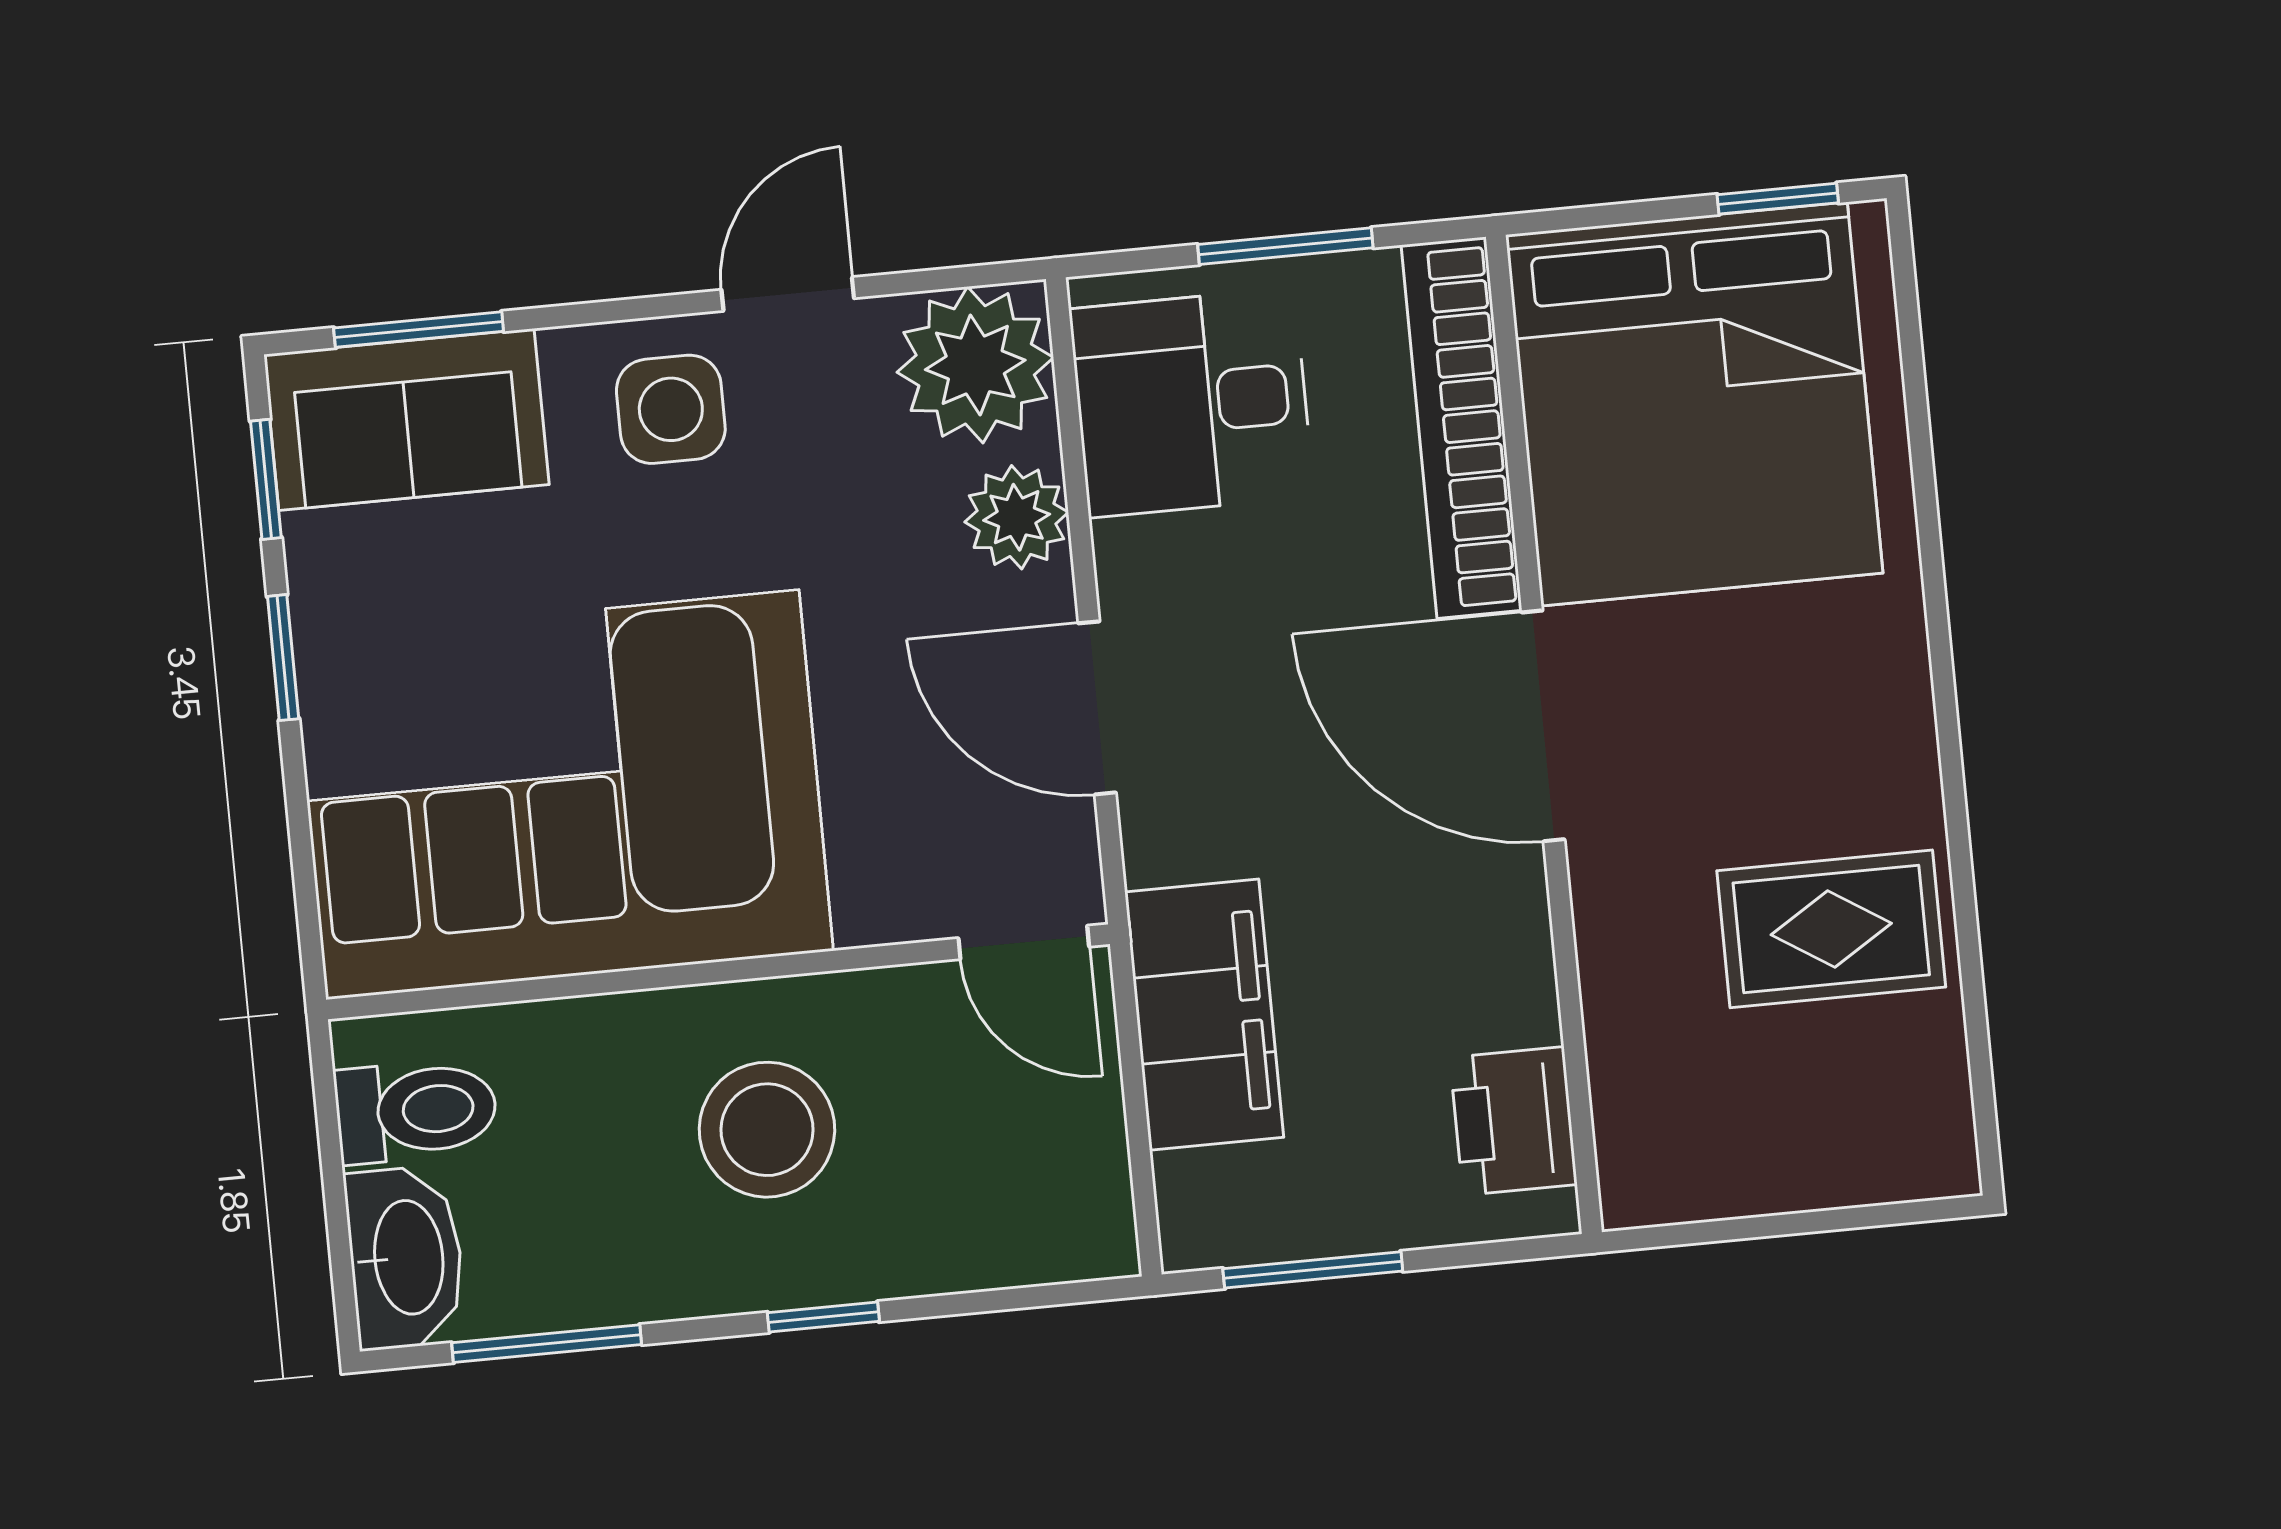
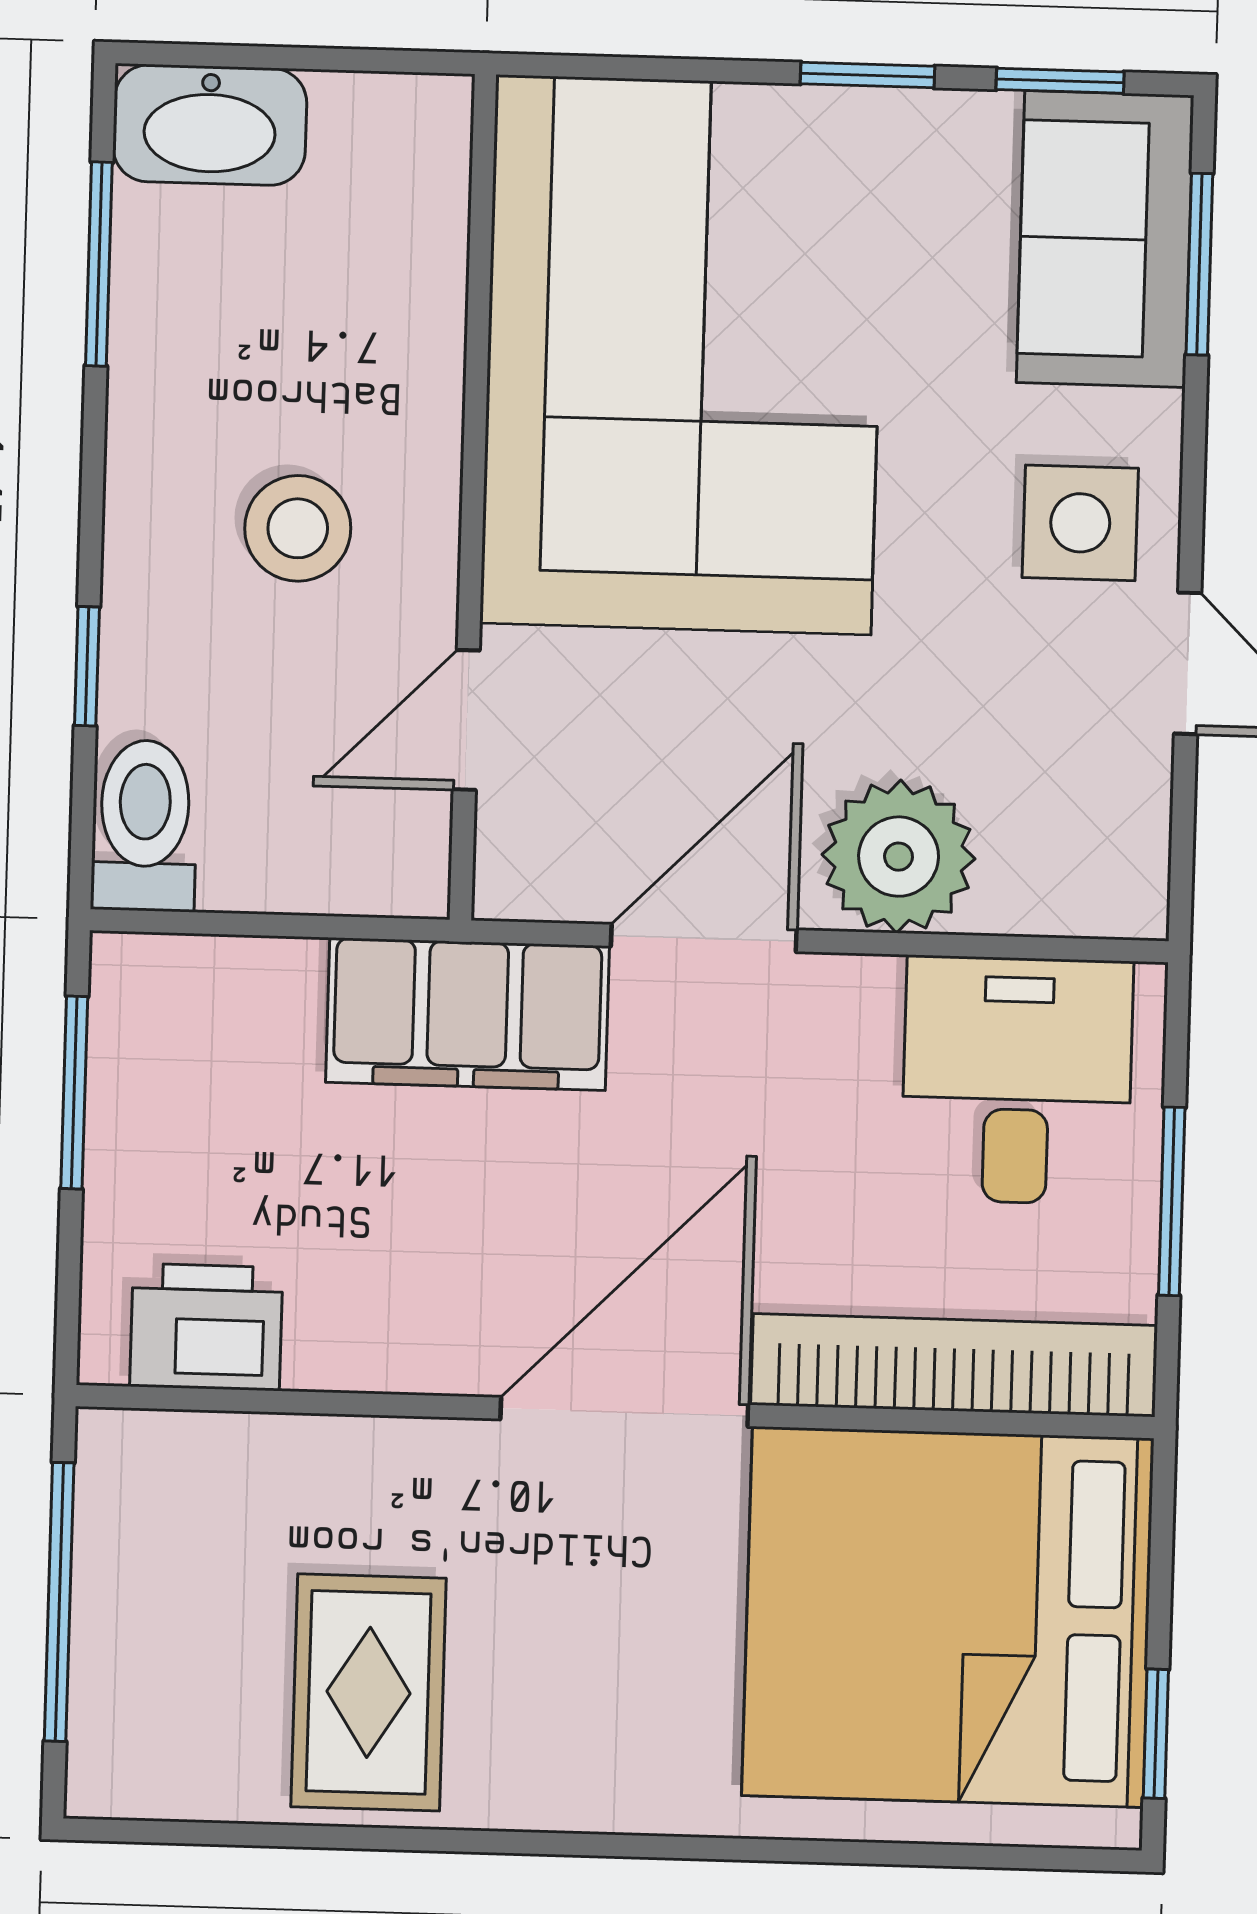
plant: (975, 365) -> (1087, 854), removed
plant: (1017, 517) -> (899, 857), width x1.36, depth x1.36
door: (1024, 942) -> (466, 720), moved
filing cabinet: (1204, 1015) -> (467, 1014), moved
toilet: (416, 1111) -> (145, 826), moved, turned 180
stool: (767, 1130) -> (298, 528), width x0.73, depth x0.73
window: (1784, 1225) -> (59, 1602), added
window: (823, 1317) -> (87, 666), moved

